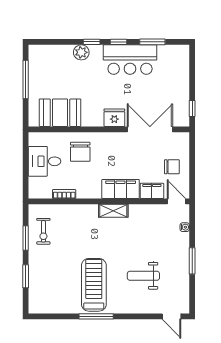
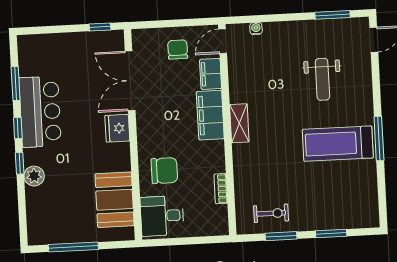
desk: (45, 161) -> (162, 216), moved, turned 90
window: (192, 261) -> (333, 15), moved

